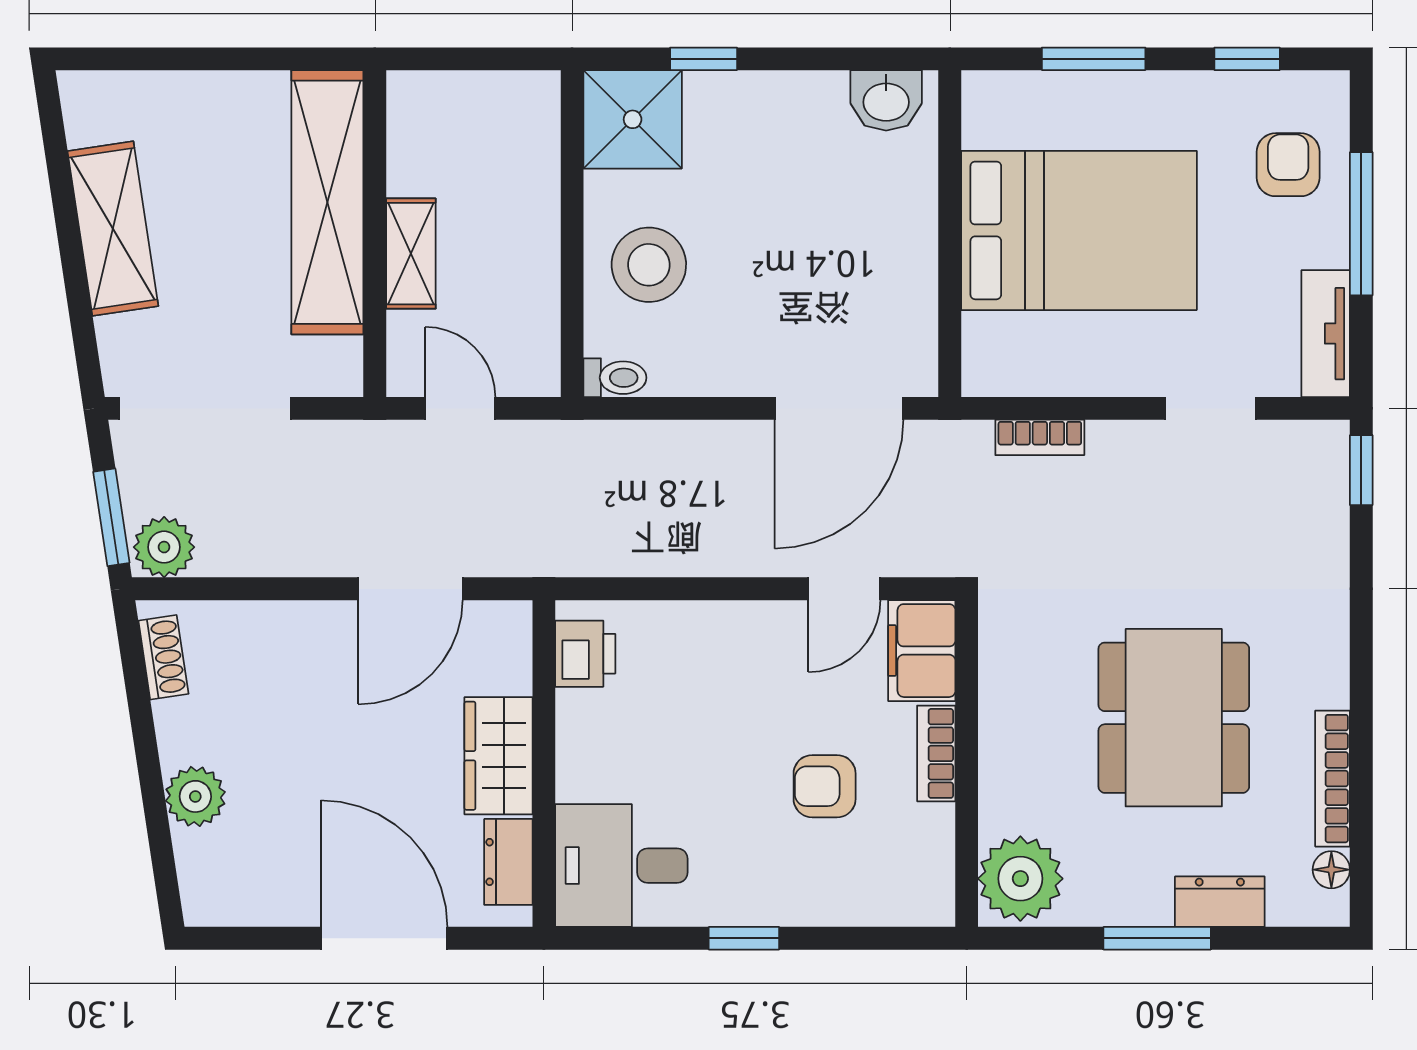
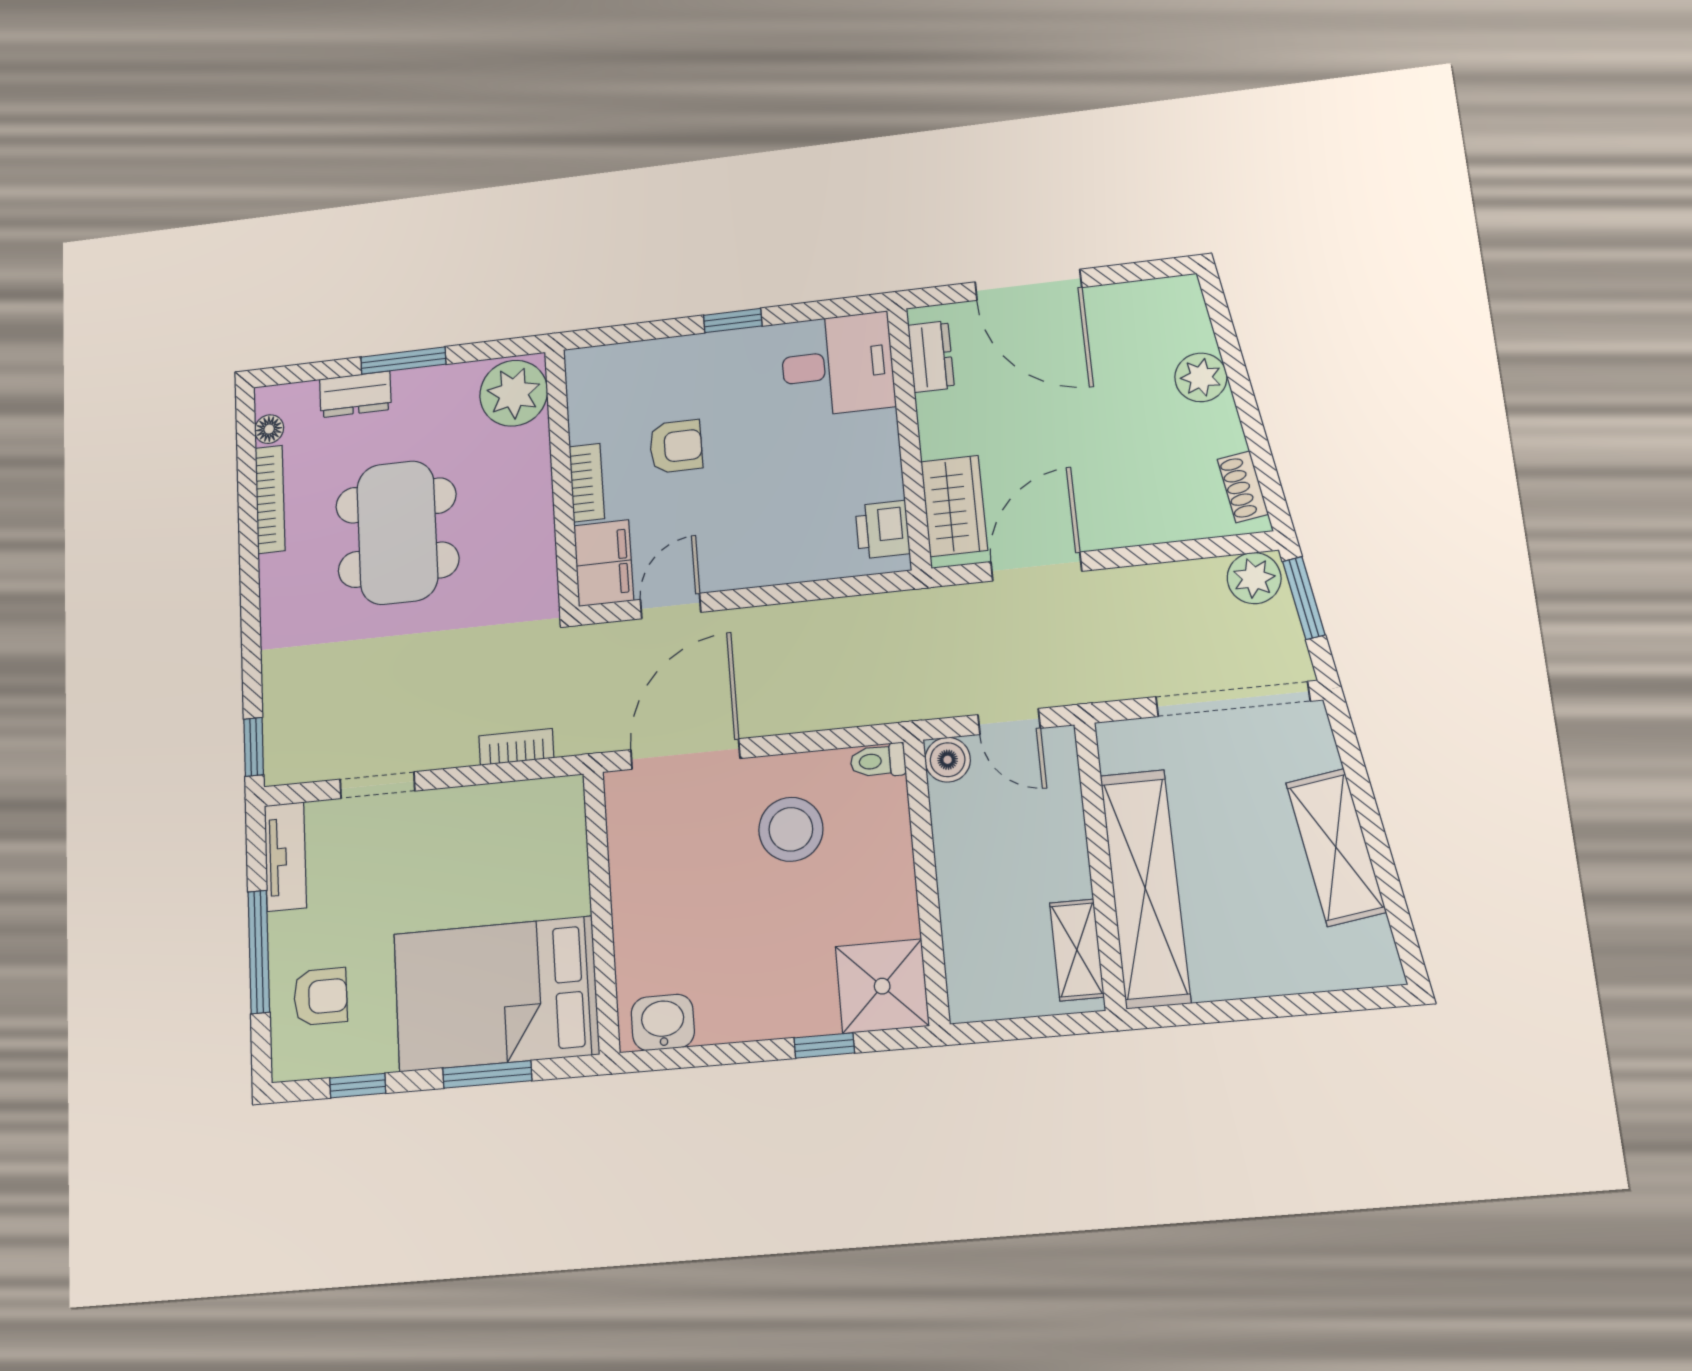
armchair: (1288, 165) -> (320, 997), turned -90
bed: (1079, 230) -> (496, 994), moved
shelving: (411, 254) -> (1077, 950), moved
stool: (649, 265) -> (791, 829), moved
boiler: (535, 371) -> (948, 760), added
wardrobe: (499, 756) -> (954, 506), moved

